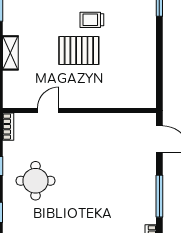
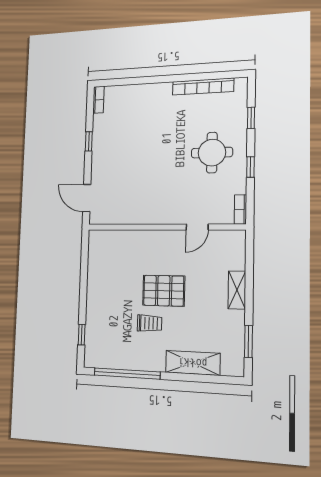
window: (159, 196) -> (89, 141), width x0.46

